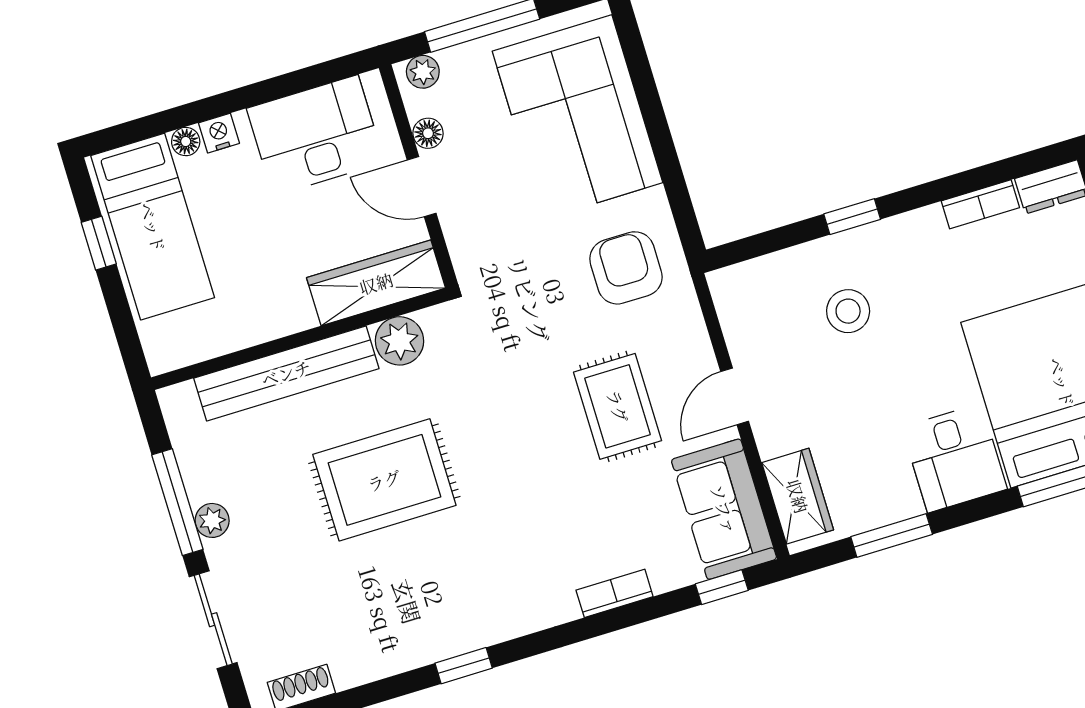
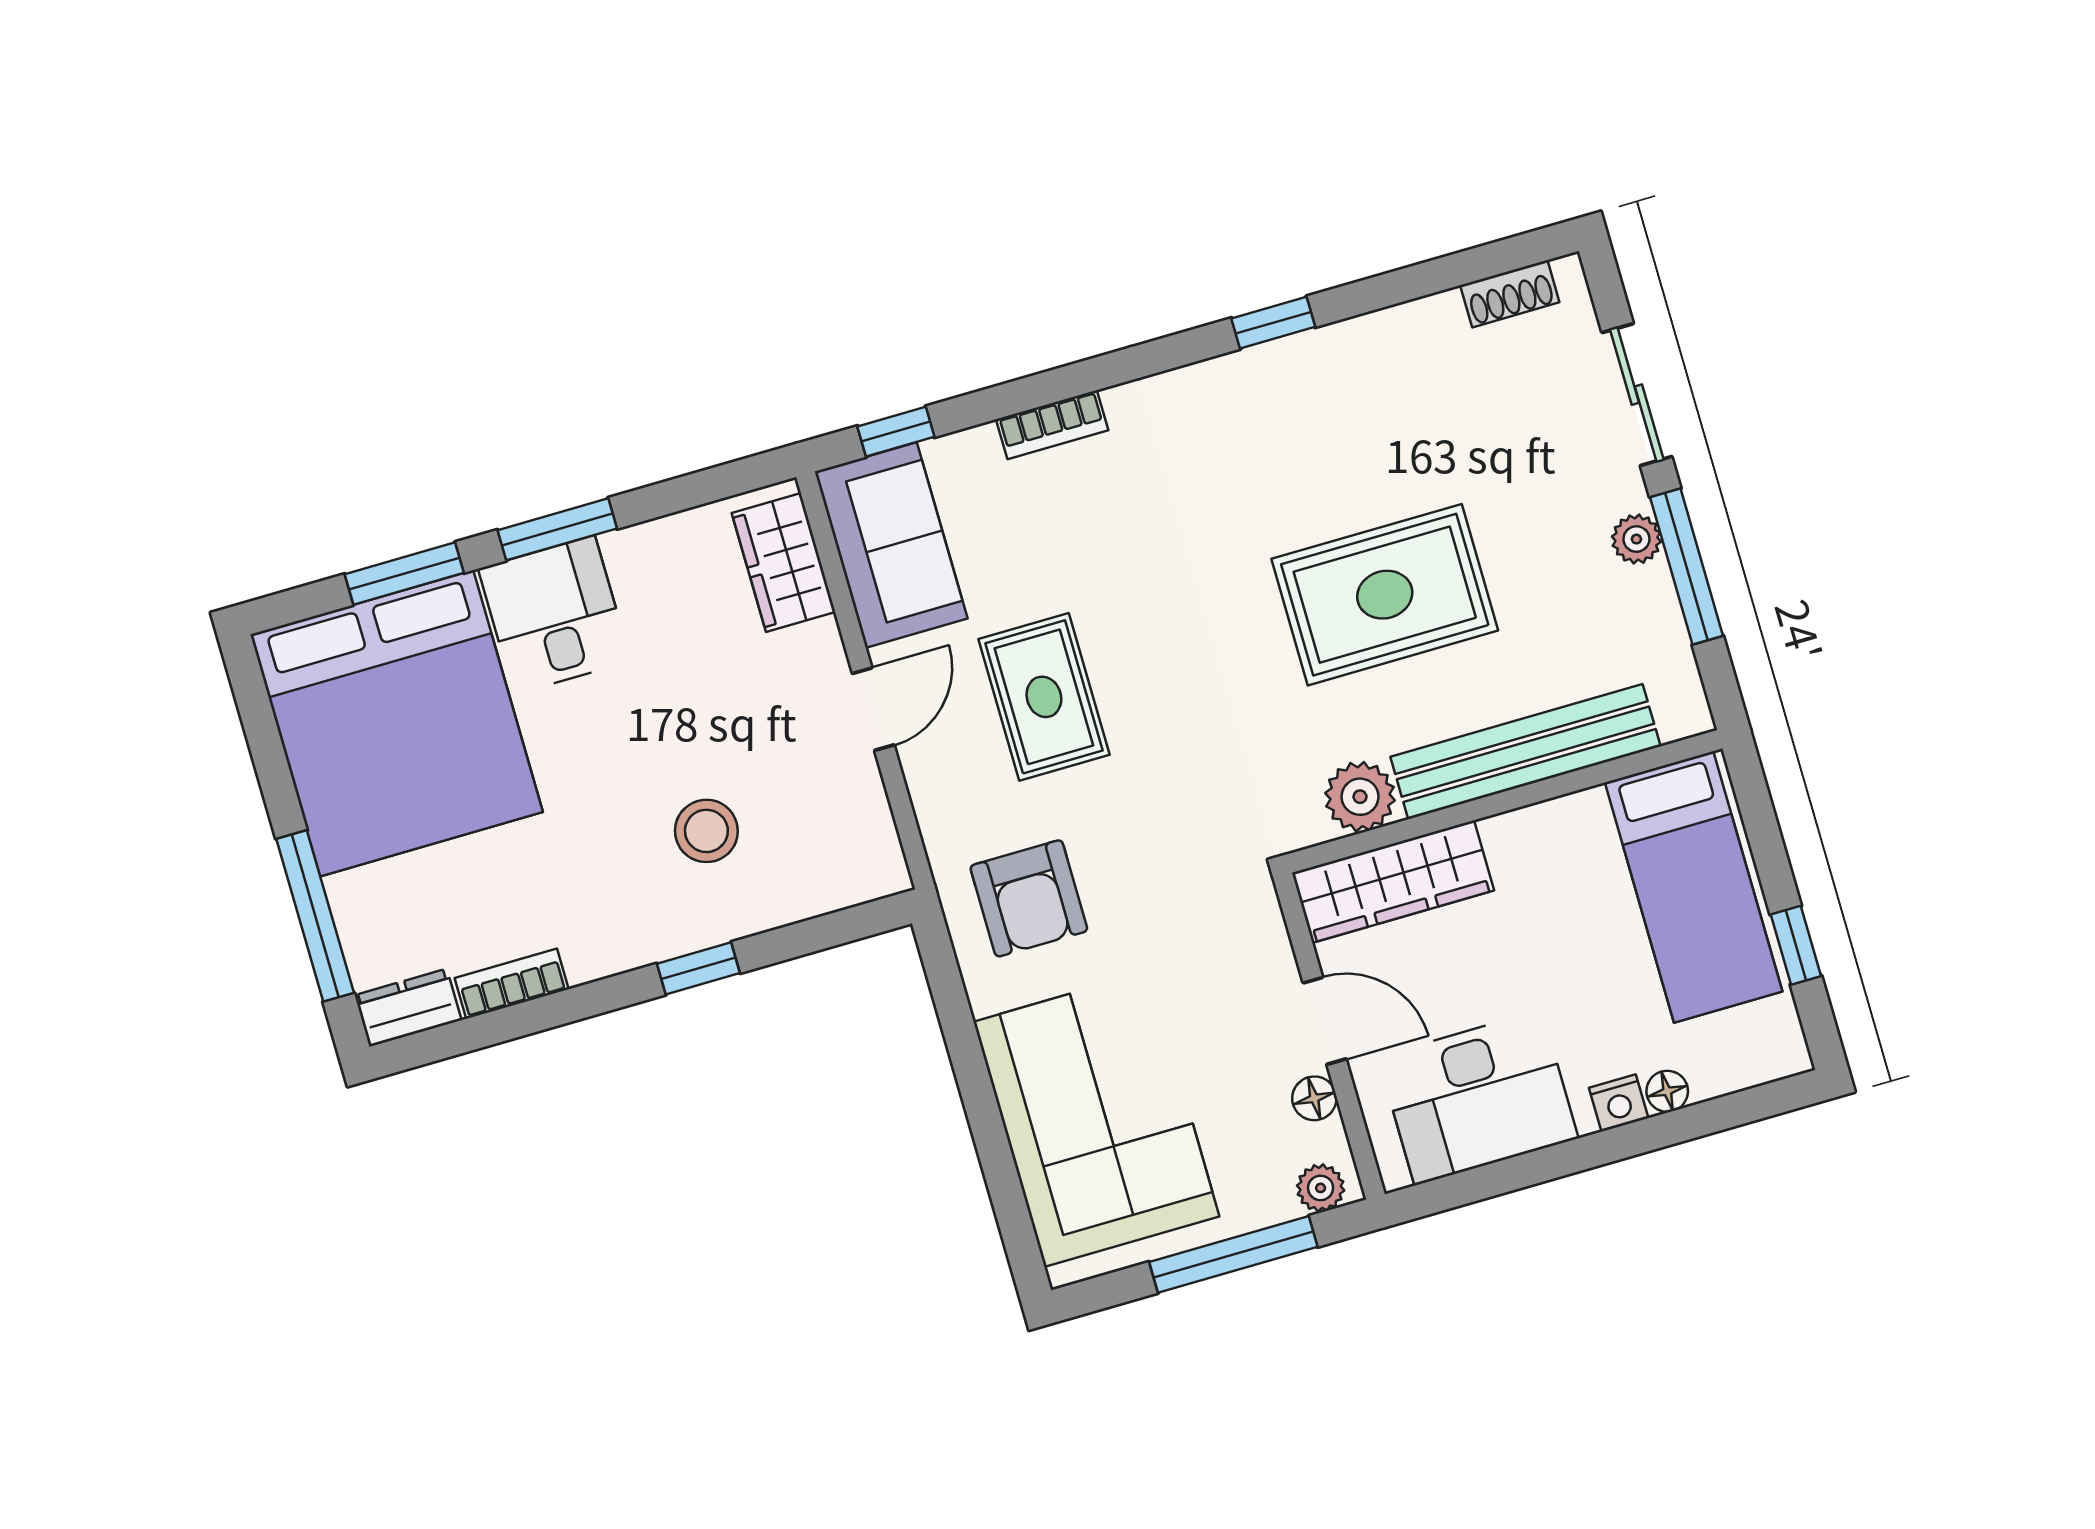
bed: (153, 227) -> (1694, 887), moved, turned 180
window: (892, 536) -> (557, 529), moved

